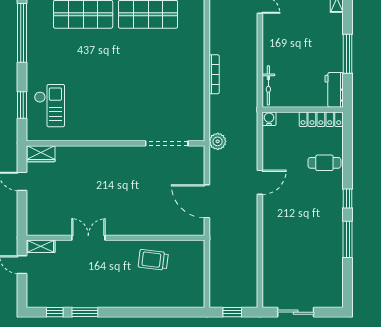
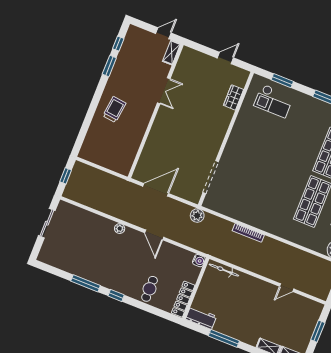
wardrobe: (41, 154) -> (233, 97), moved
plant: (268, 225) -> (120, 229), added
trolley: (153, 260) -> (114, 110), moved

